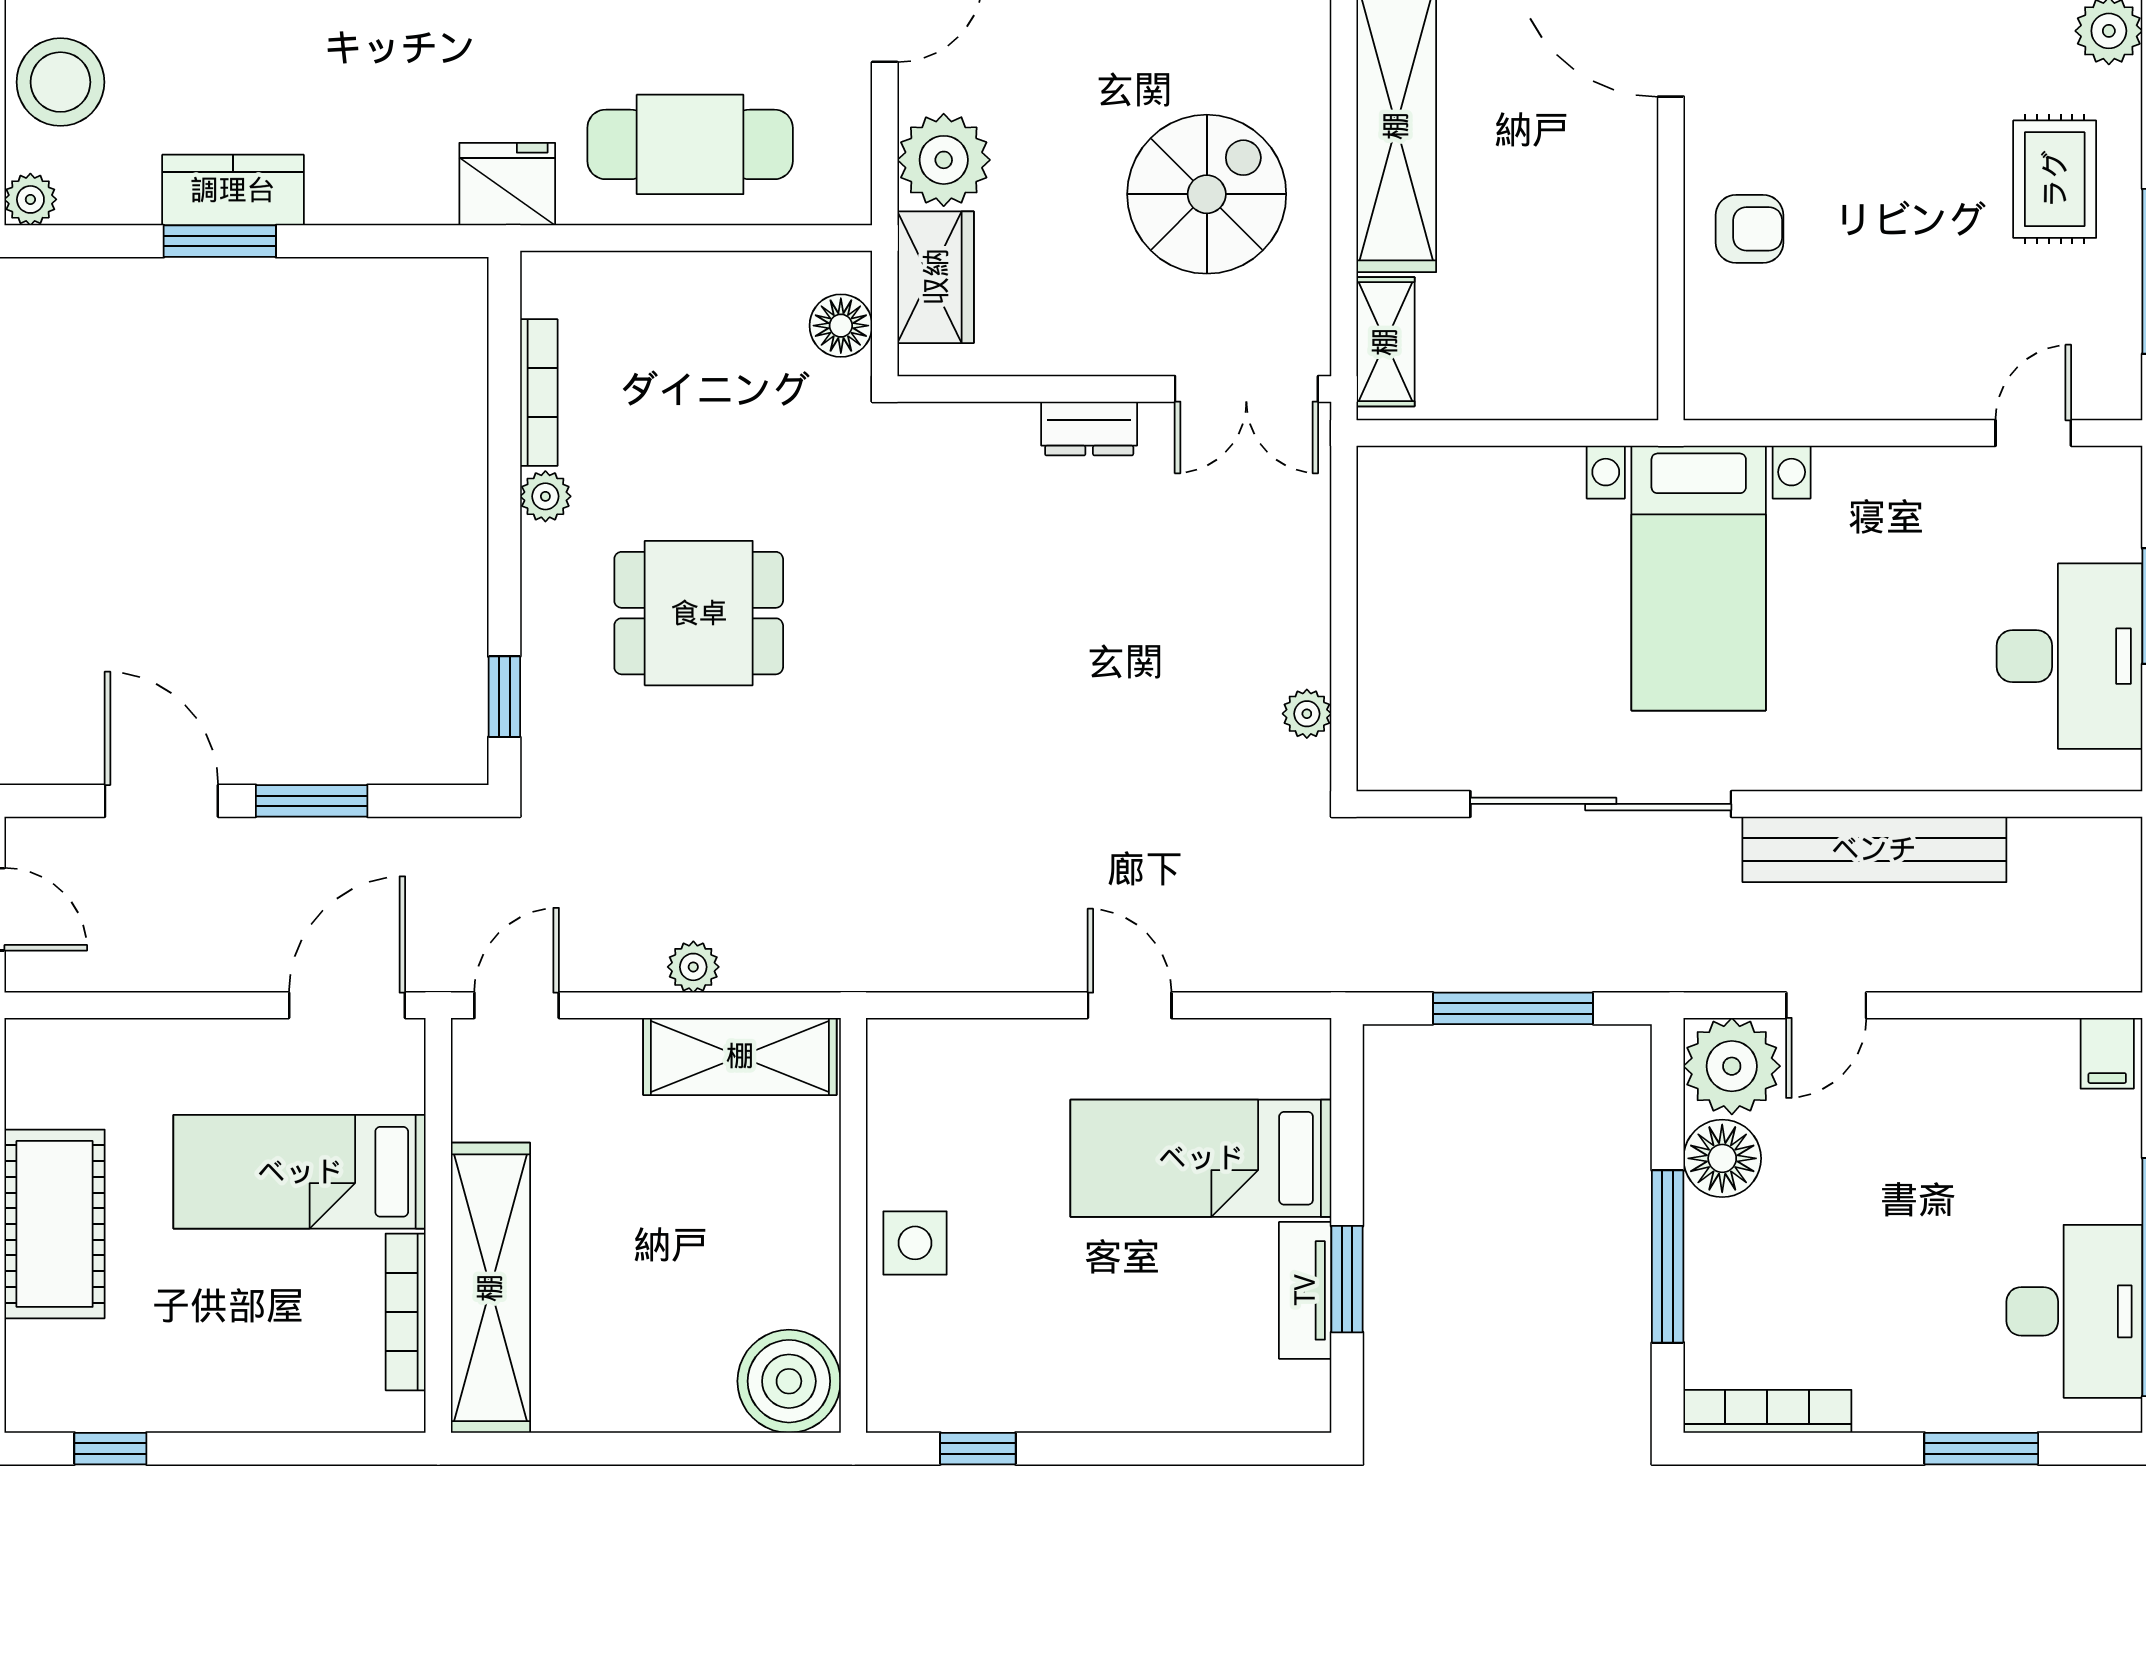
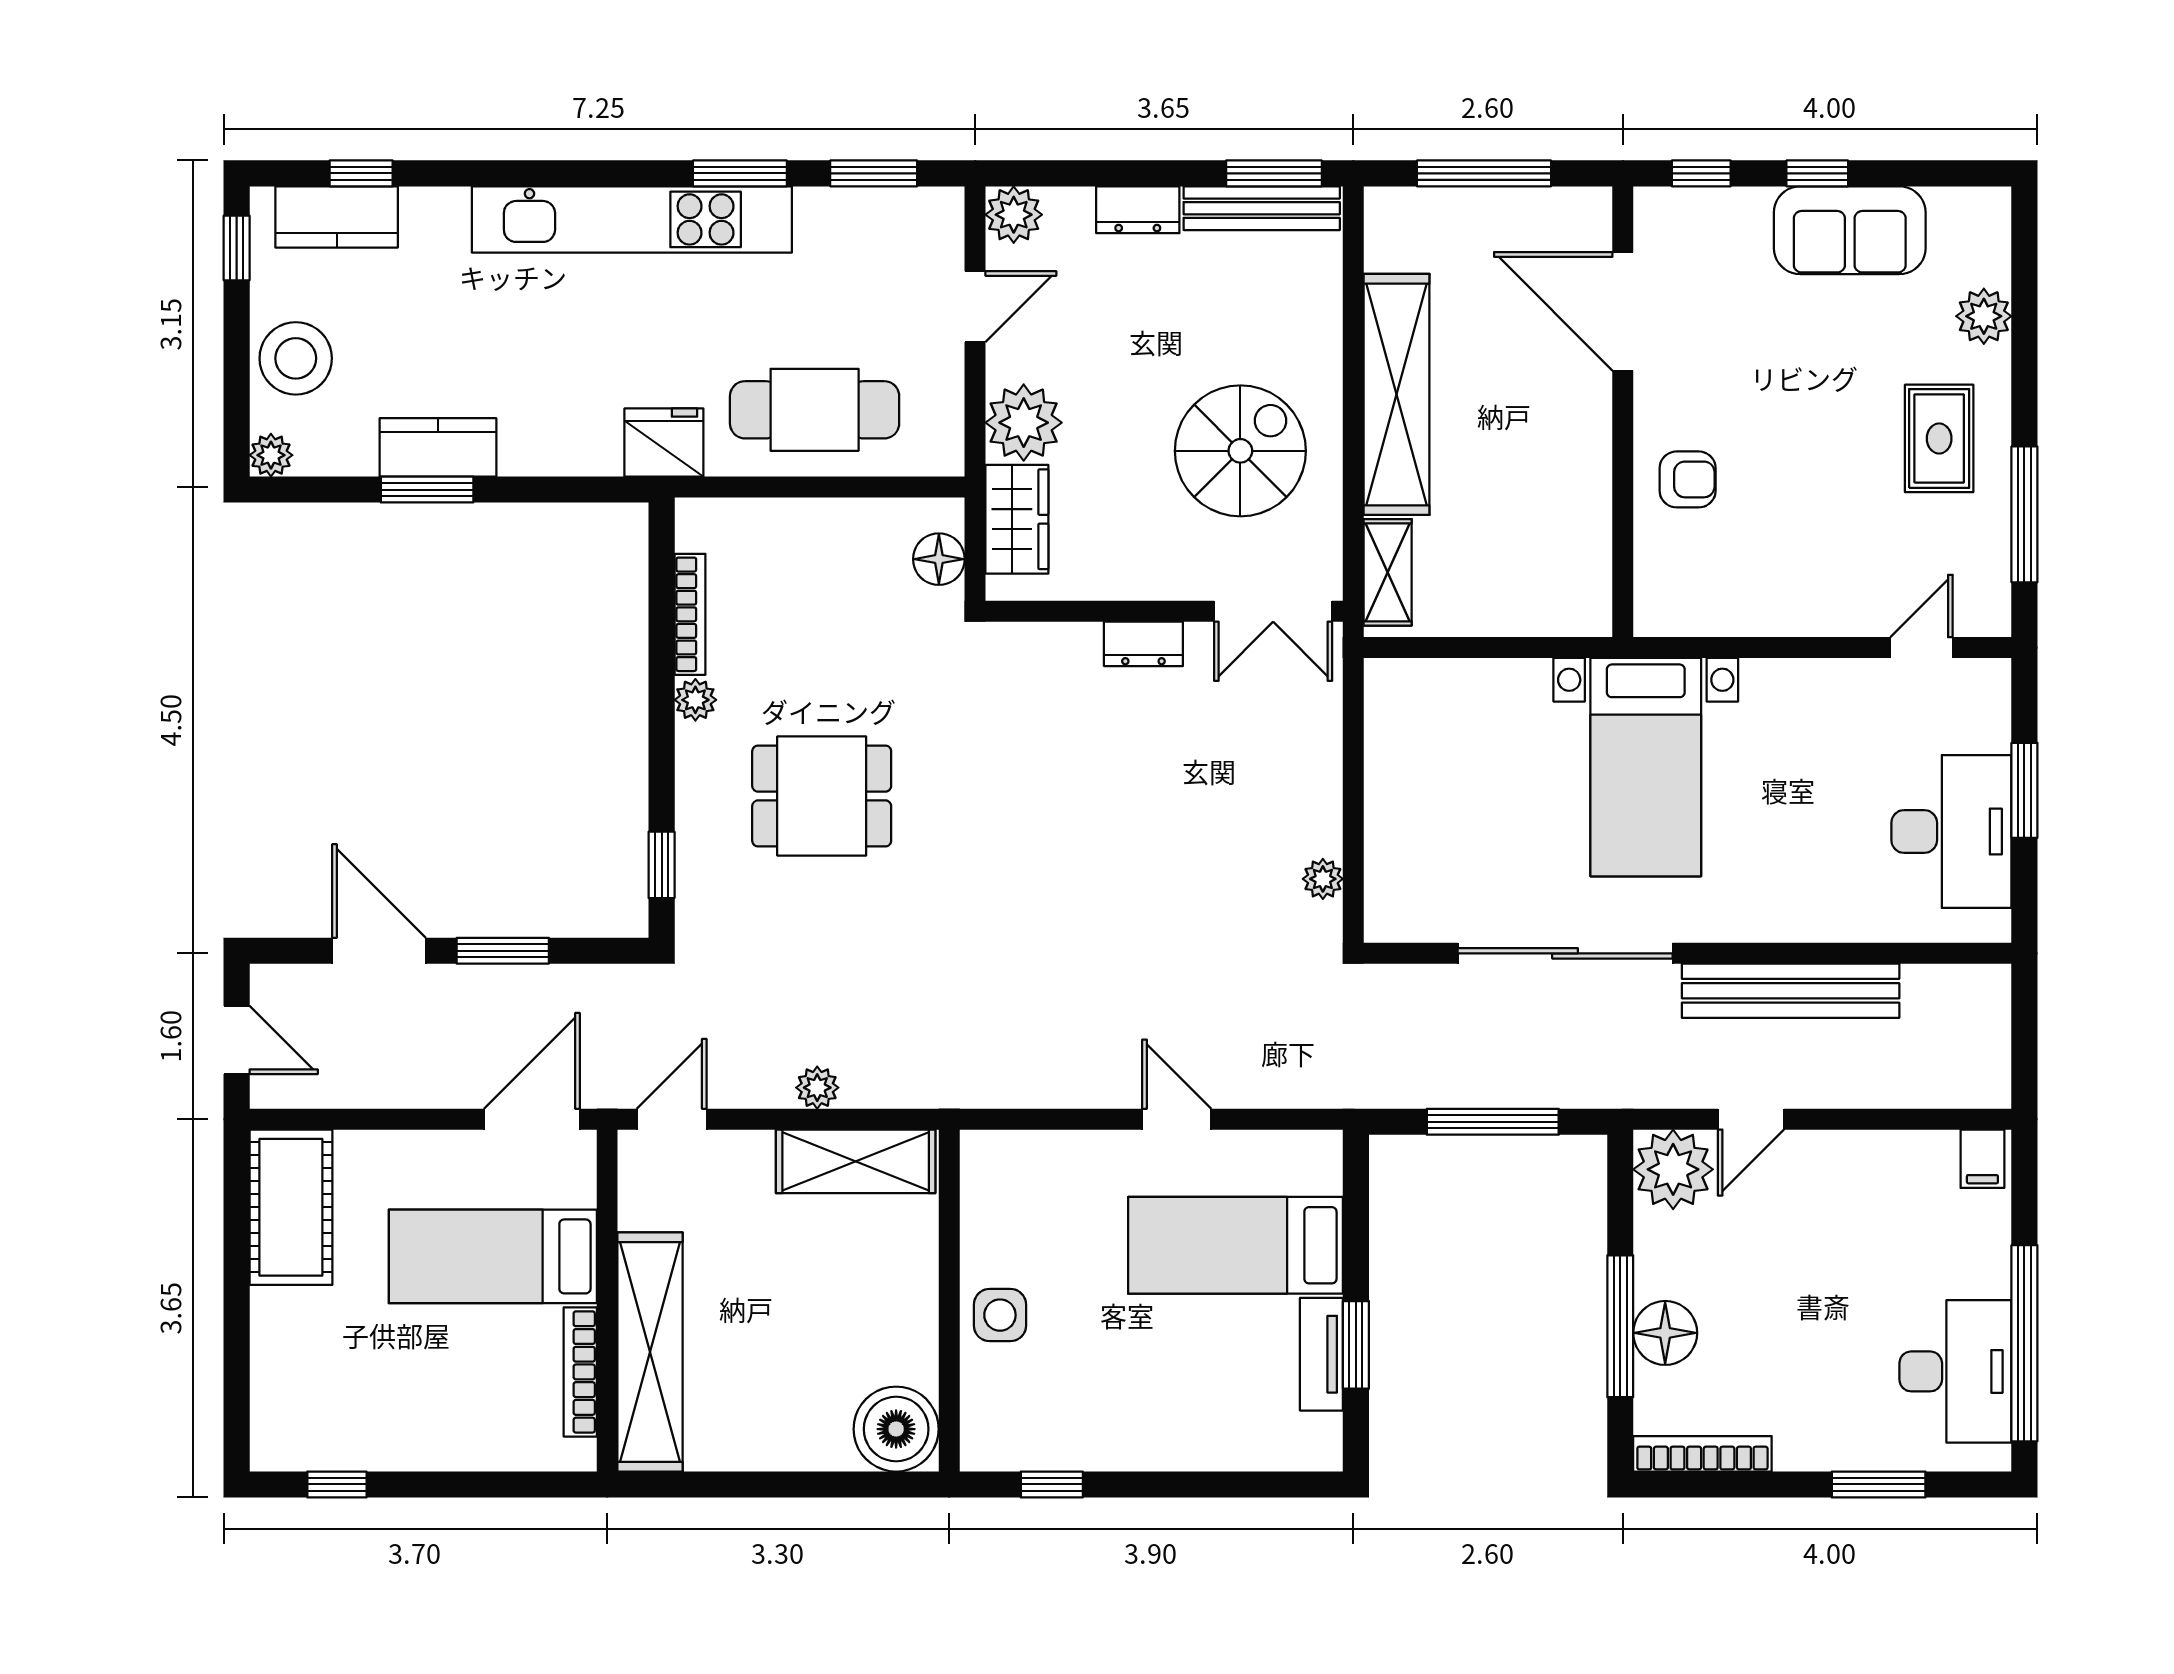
floor lamp: (1722, 1158) -> (1665, 1333), moved
cot: (55, 1224) -> (291, 1207), moved

